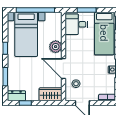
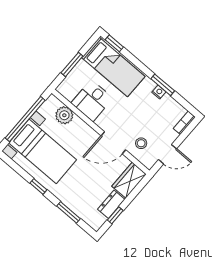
desk: (76, 24) -> (92, 101), moved
plant: (56, 47) -> (64, 115), moved
dresser: (16, 96) -> (111, 204), moved

